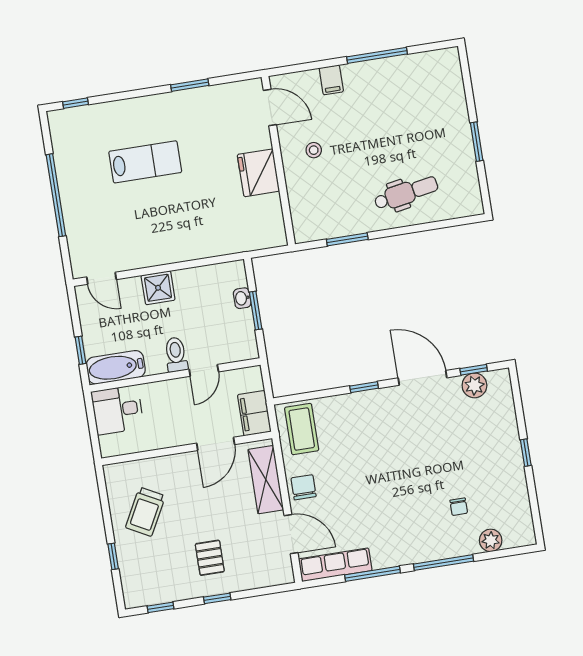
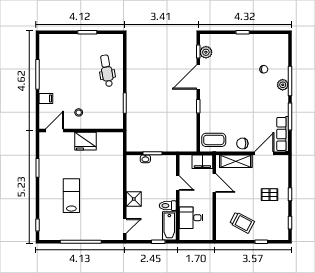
toilet: (176, 354) -> (168, 206), moved
desk: (117, 410) -> (191, 218), moved, turned 90
plant: (491, 540) -> (283, 85), moved

